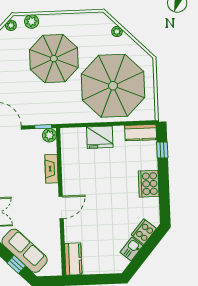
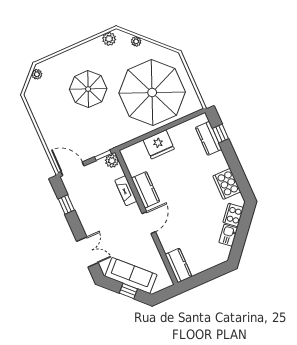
plant: (32, 21) -> (109, 39), moved
parasol: (54, 59) -> (88, 89), width x0.73, depth x0.73
kitchen counter: (141, 133) -> (209, 138), moved, turned 90
kitchen counter: (70, 175) -> (145, 190), added
cooker: (149, 184) -> (227, 184), moved

